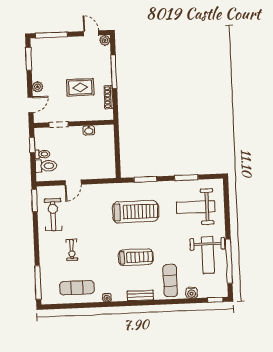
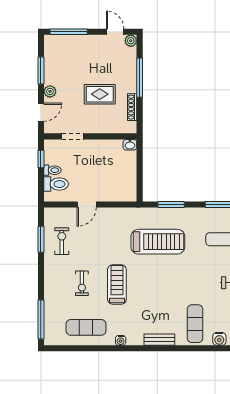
window: (29, 59) -> (41, 70), moved
washbasin: (89, 130) -> (130, 145), moved
window: (35, 200) -> (41, 239), moved
exercise bike: (53, 215) -> (62, 241), width x0.73, depth x0.72
treadmill: (136, 257) -> (117, 284), moved, turned -90

